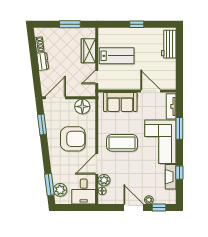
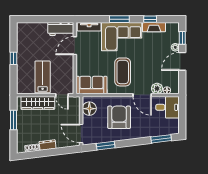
workbench: (169, 44) -> (61, 29), moved
wardrobe: (88, 51) -> (38, 103), width x1.50
sofa: (120, 102) -> (91, 85), moved, turned -90
window: (179, 128) -> (119, 19), moved
plant: (60, 190) -> (166, 129), removed

